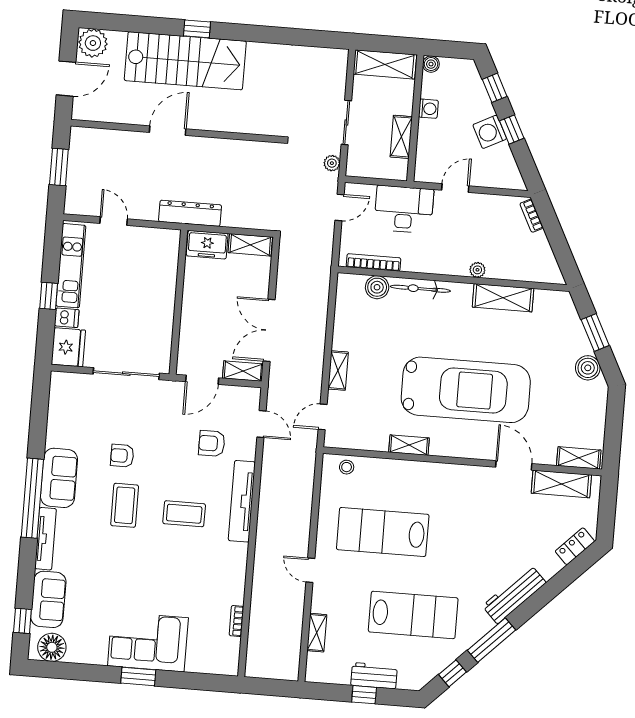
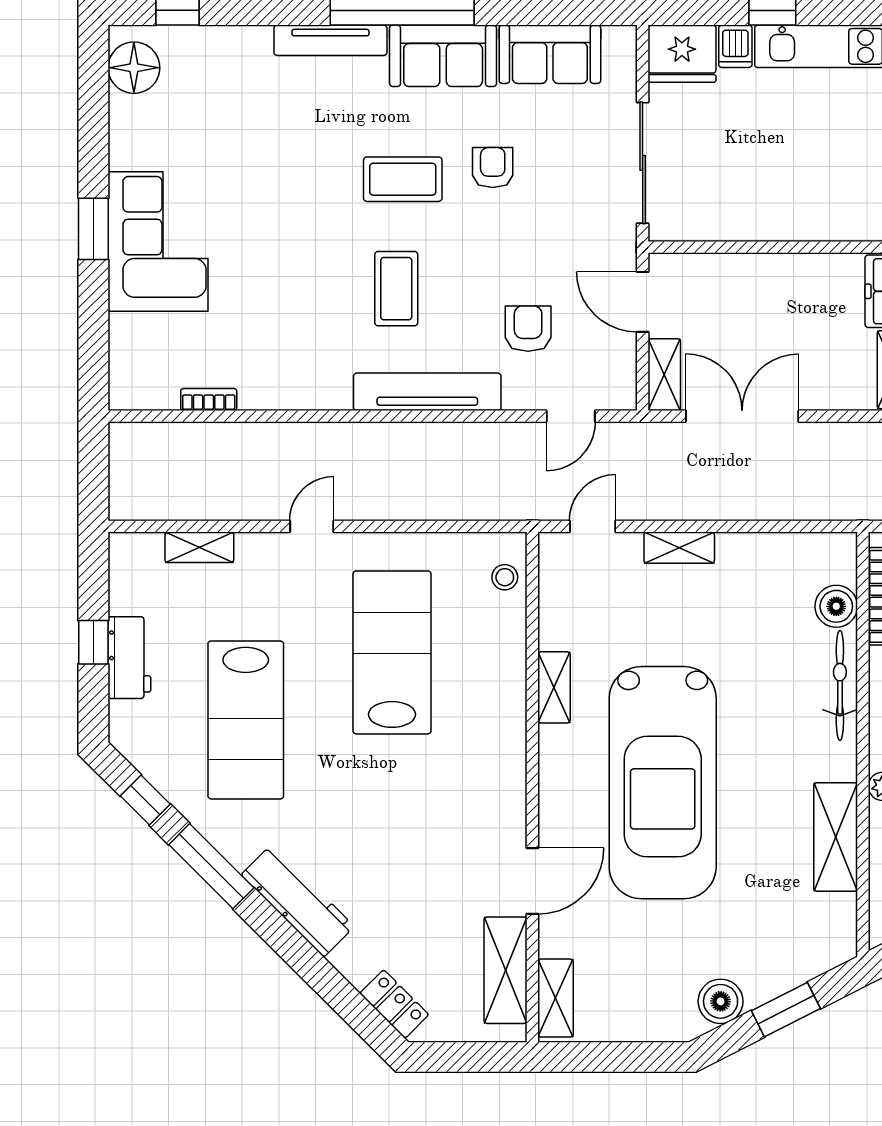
door: (323, 417) -> (593, 526), hinge flipped
sofa: (48, 599) -> (550, 54), moved

